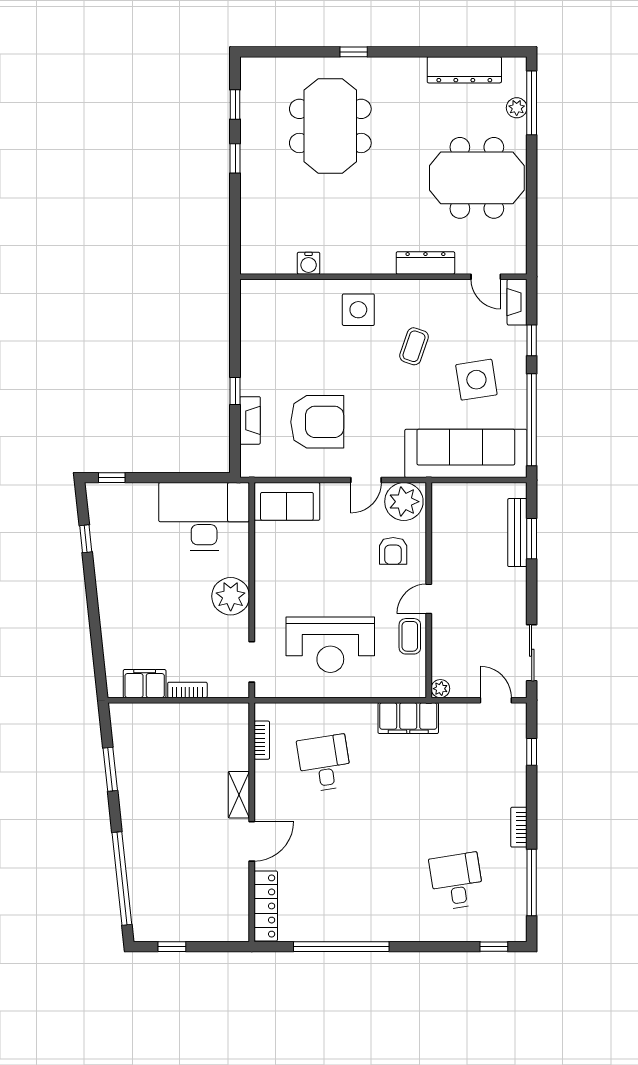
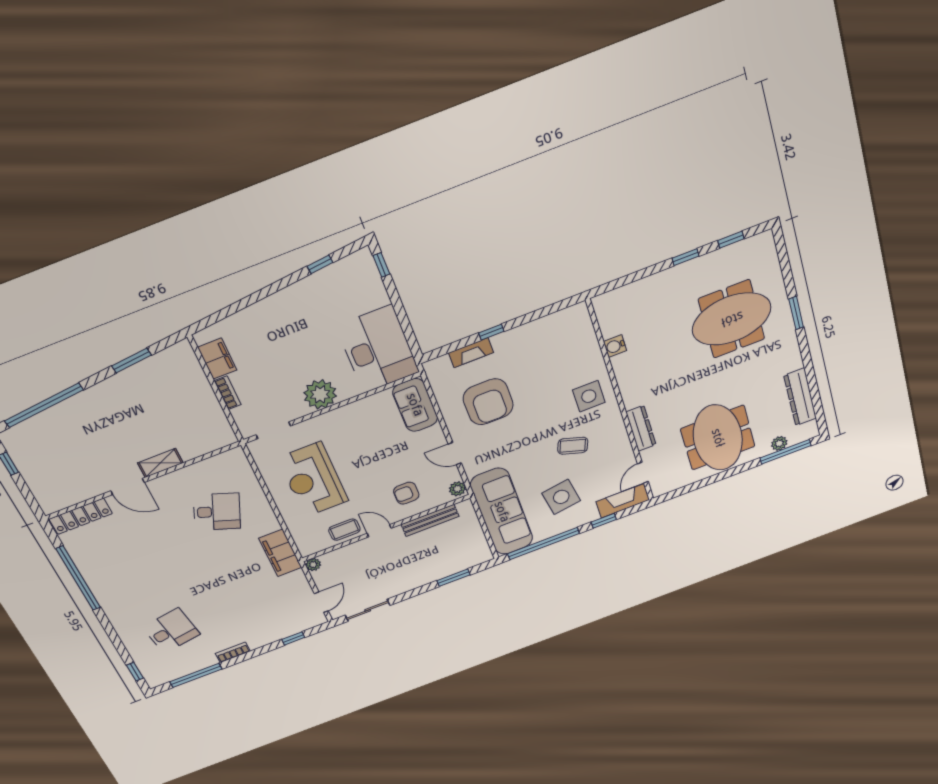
window: (354, 52) -> (796, 313), width x1.50
fireplace: (517, 302) -> (623, 501), width x1.37, depth x1.32
plant: (404, 502) -> (457, 489), width x0.53, depth x0.53
bench: (517, 533) -> (430, 520), moved
bookcase: (262, 740) -> (213, 462), removed
desk: (324, 763) -> (217, 512), turned 30

